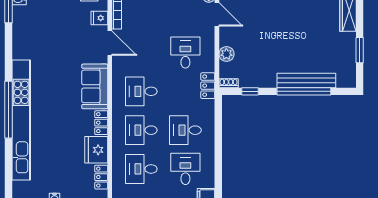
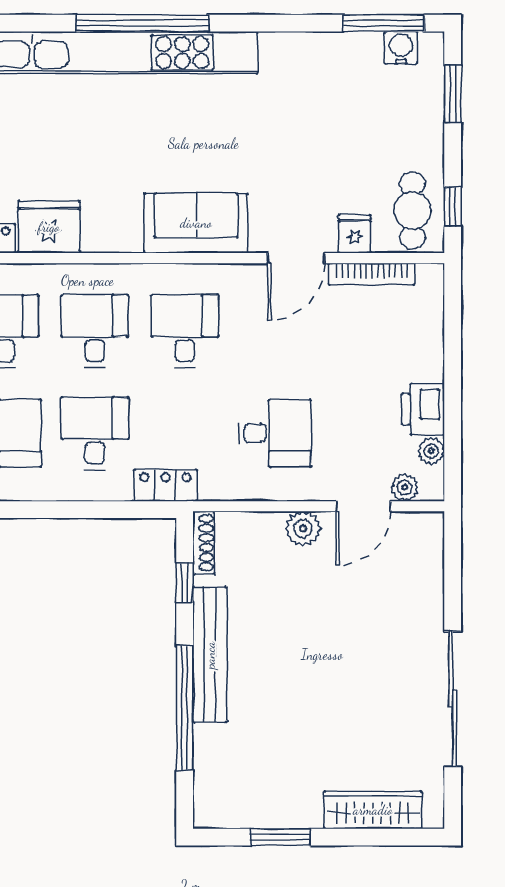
plant: (226, 54) -> (303, 529), moved
bench: (306, 80) -> (210, 655), moved
shoe rack: (229, 83) -> (204, 543), width x1.43
locker: (208, 86) -> (165, 485), moved
locker: (101, 123) -> (112, 238), removed

